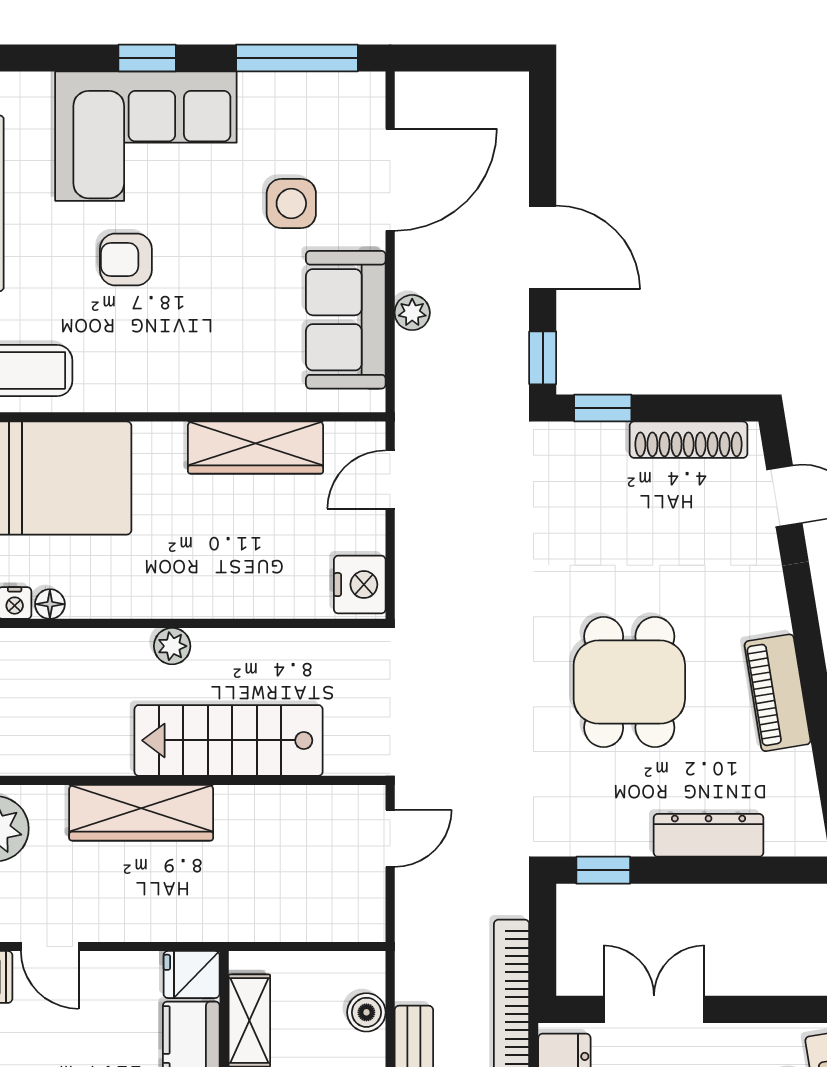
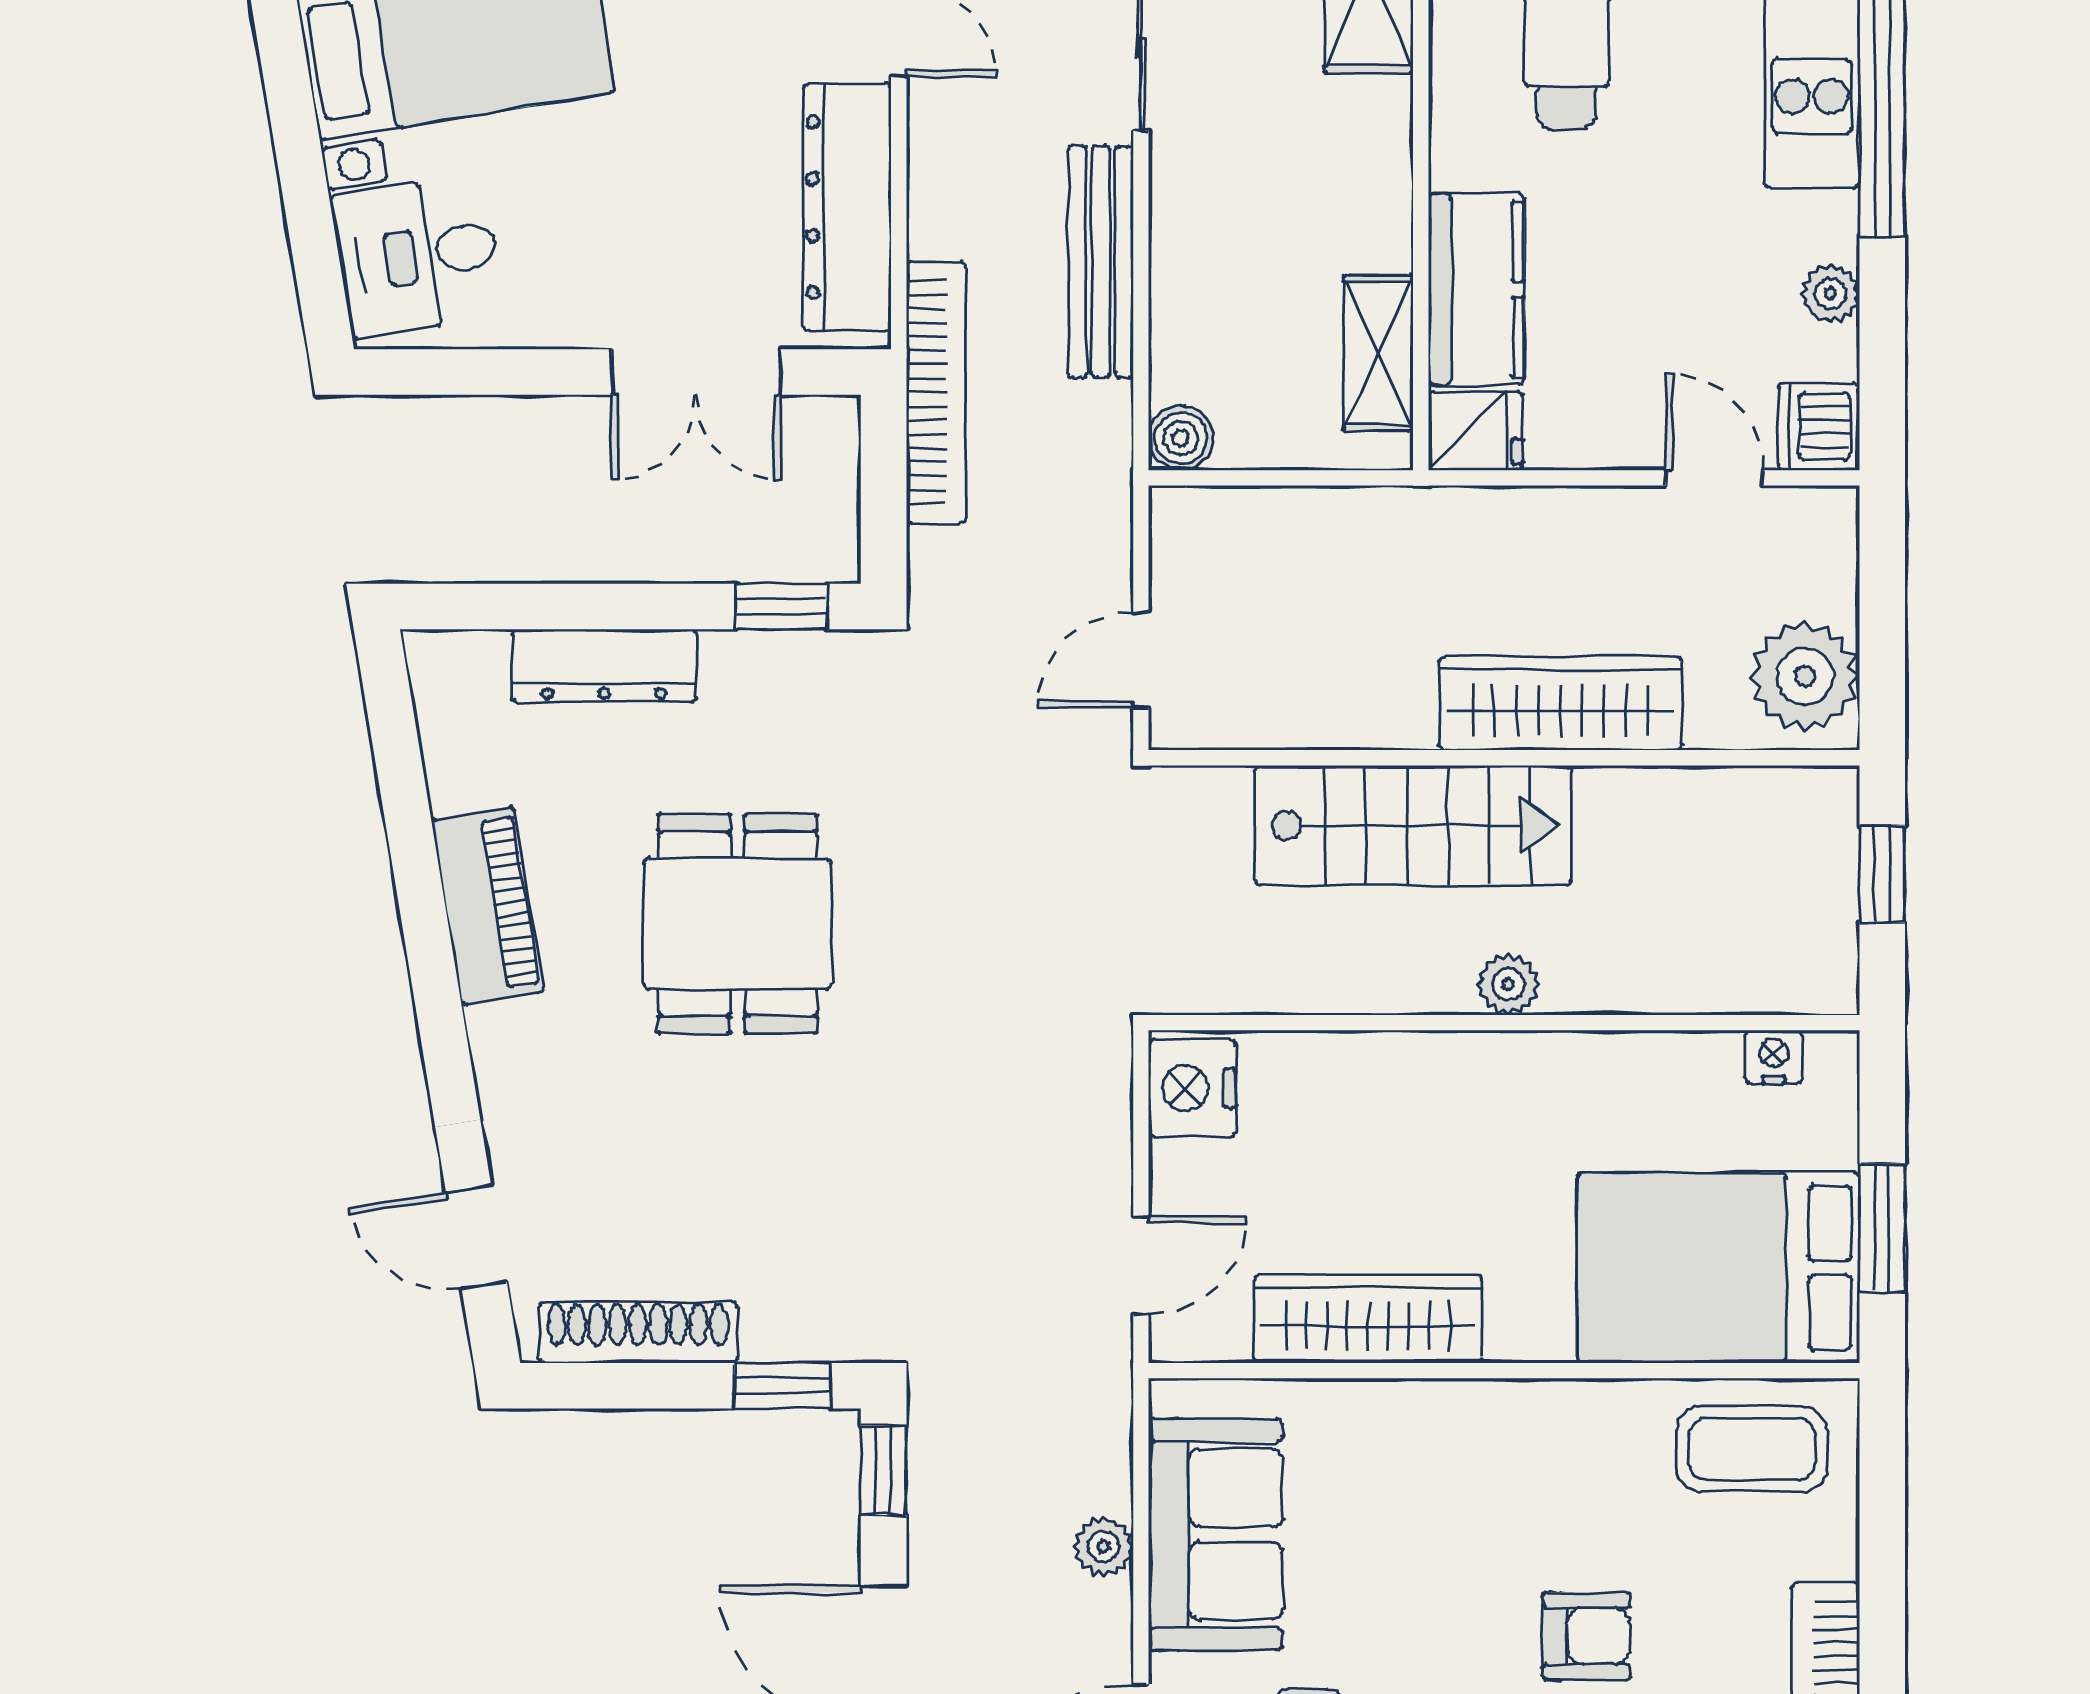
floor lamp: (50, 604) -> (1714, 1055), removed
boiler: (366, 1012) -> (1181, 438), moved

